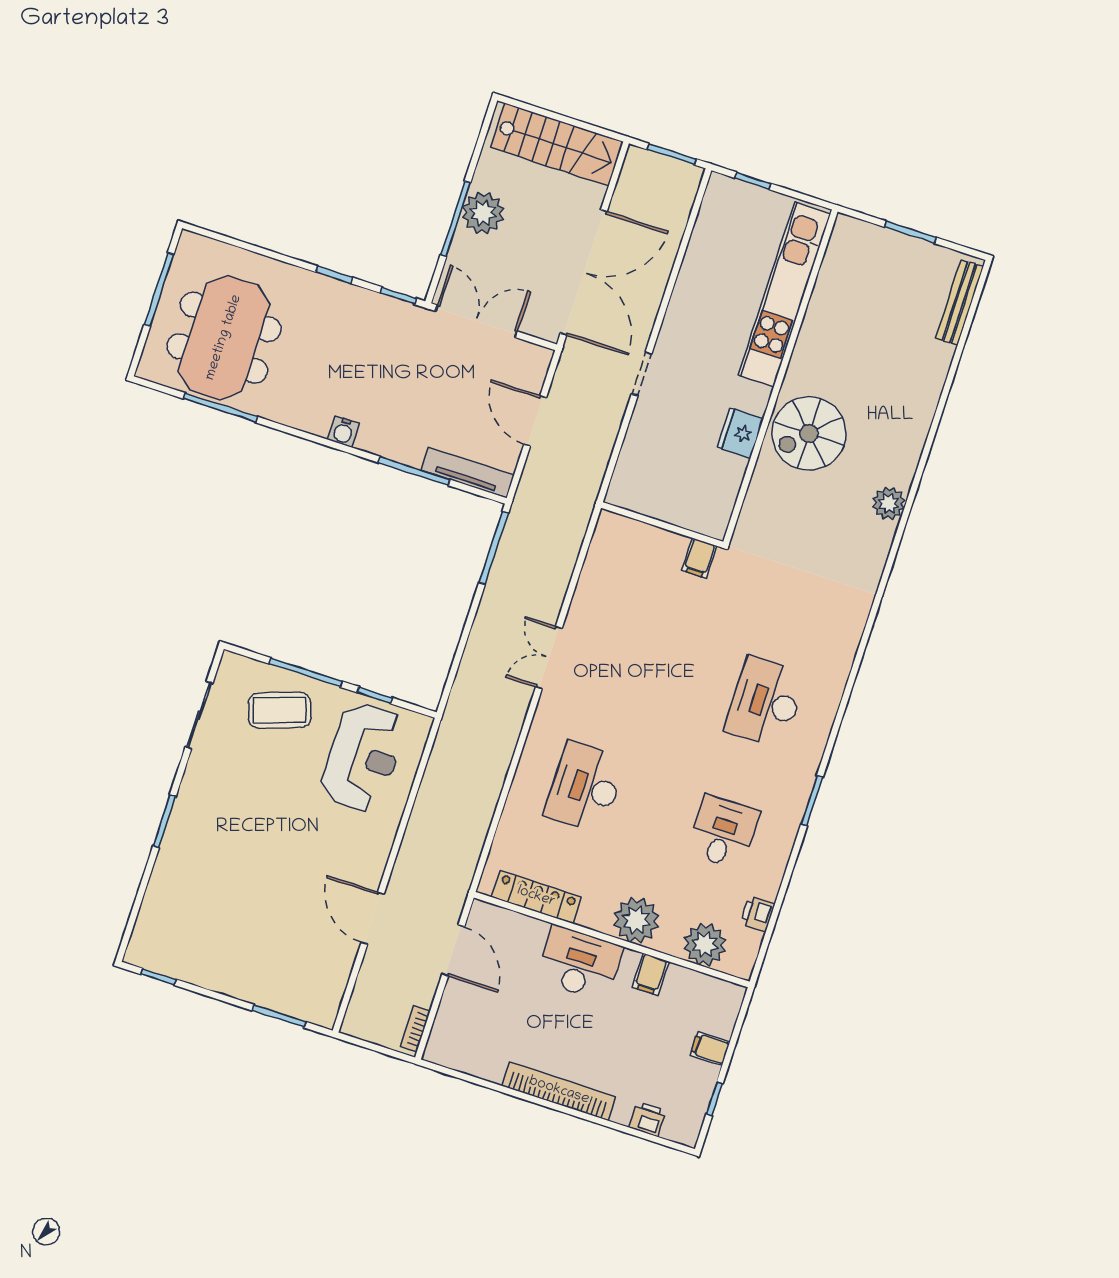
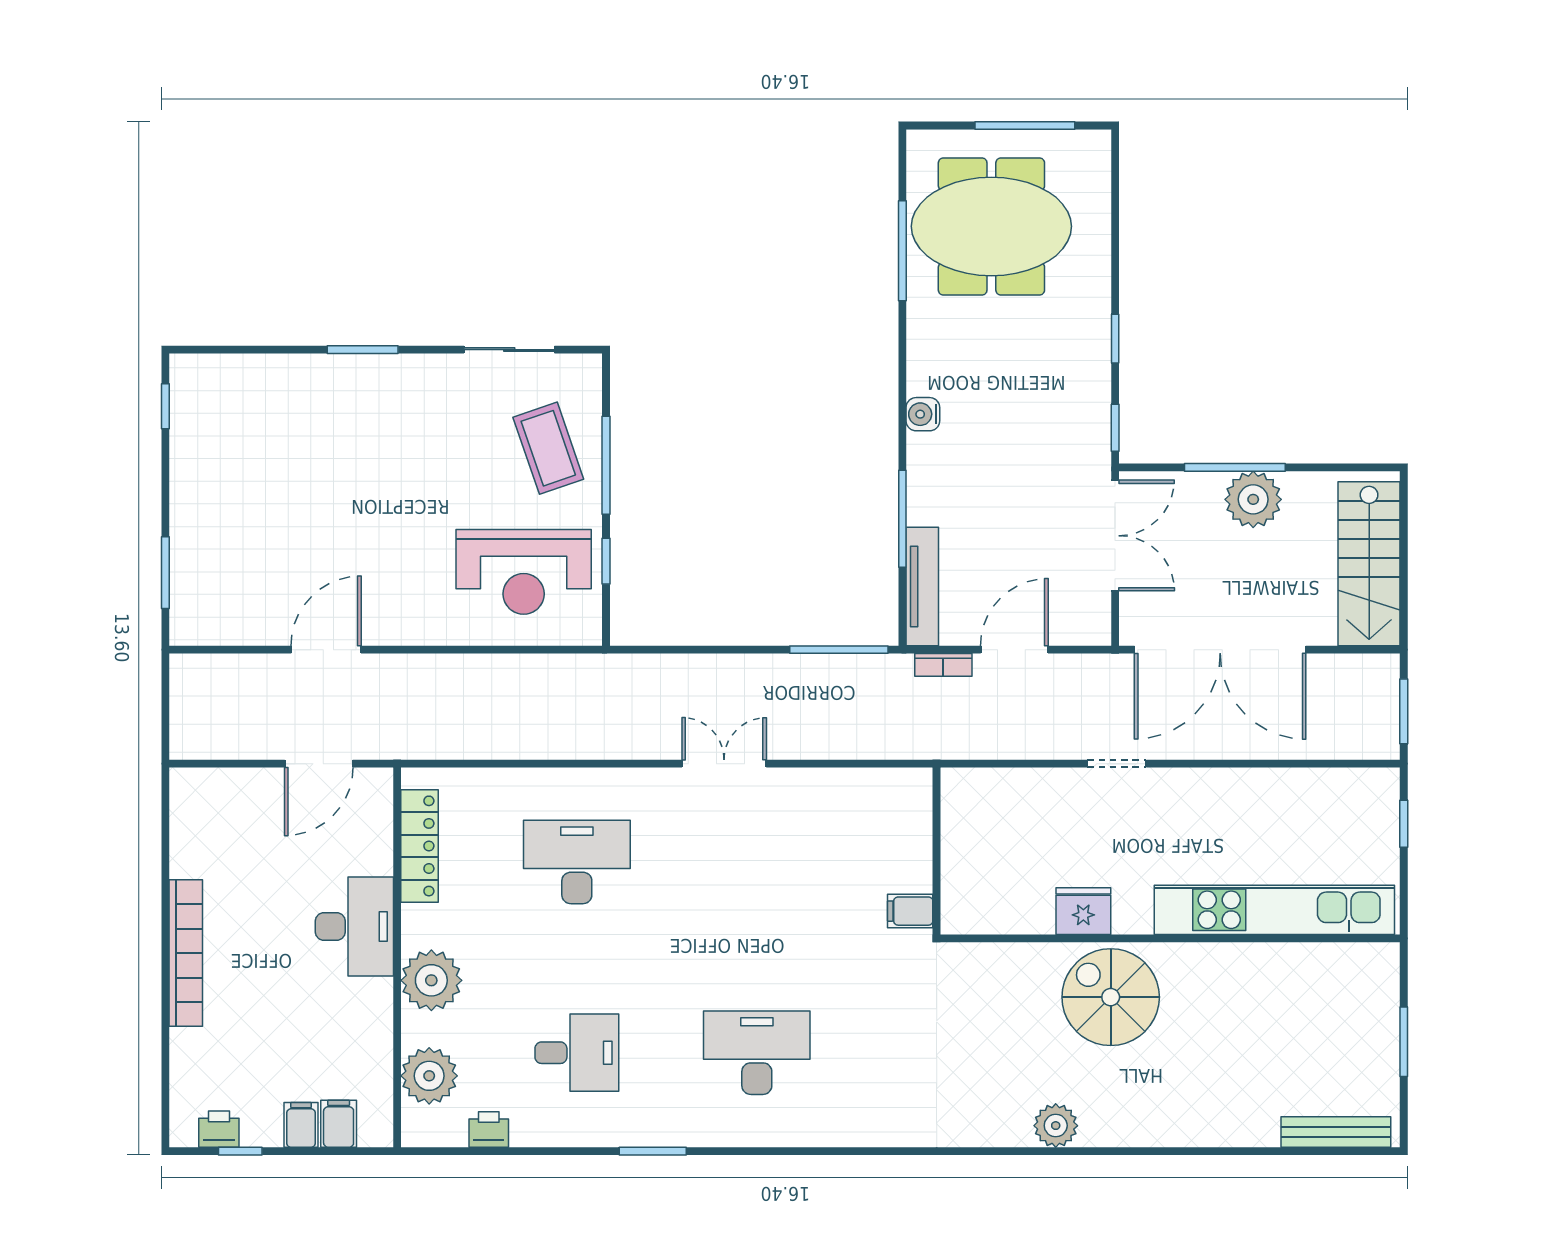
filing cabinet: (651, 974) -> (339, 1124), moved, turned 90
bookcase: (415, 1029) -> (943, 665), moved, turned 180
printer: (647, 1119) -> (219, 1129), moved, turned -90

